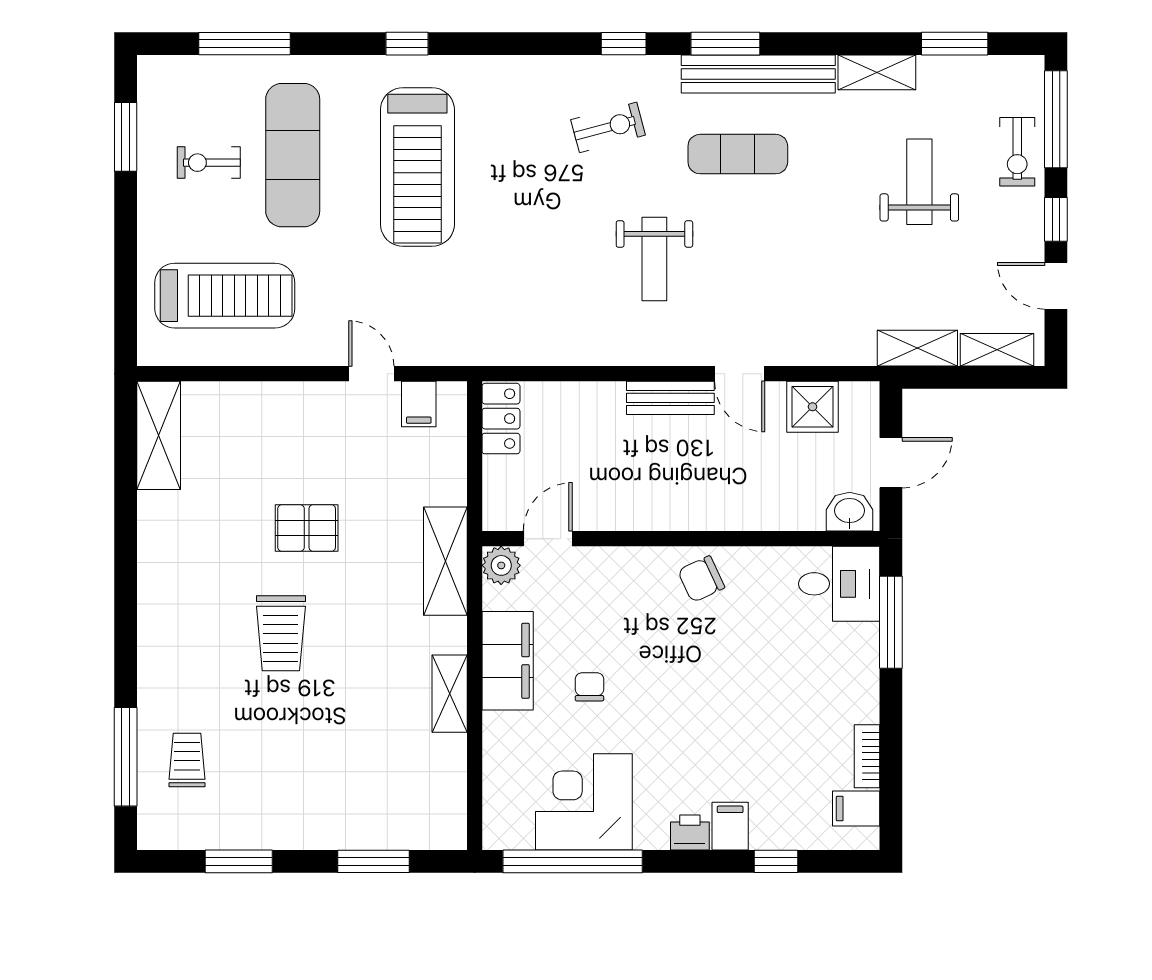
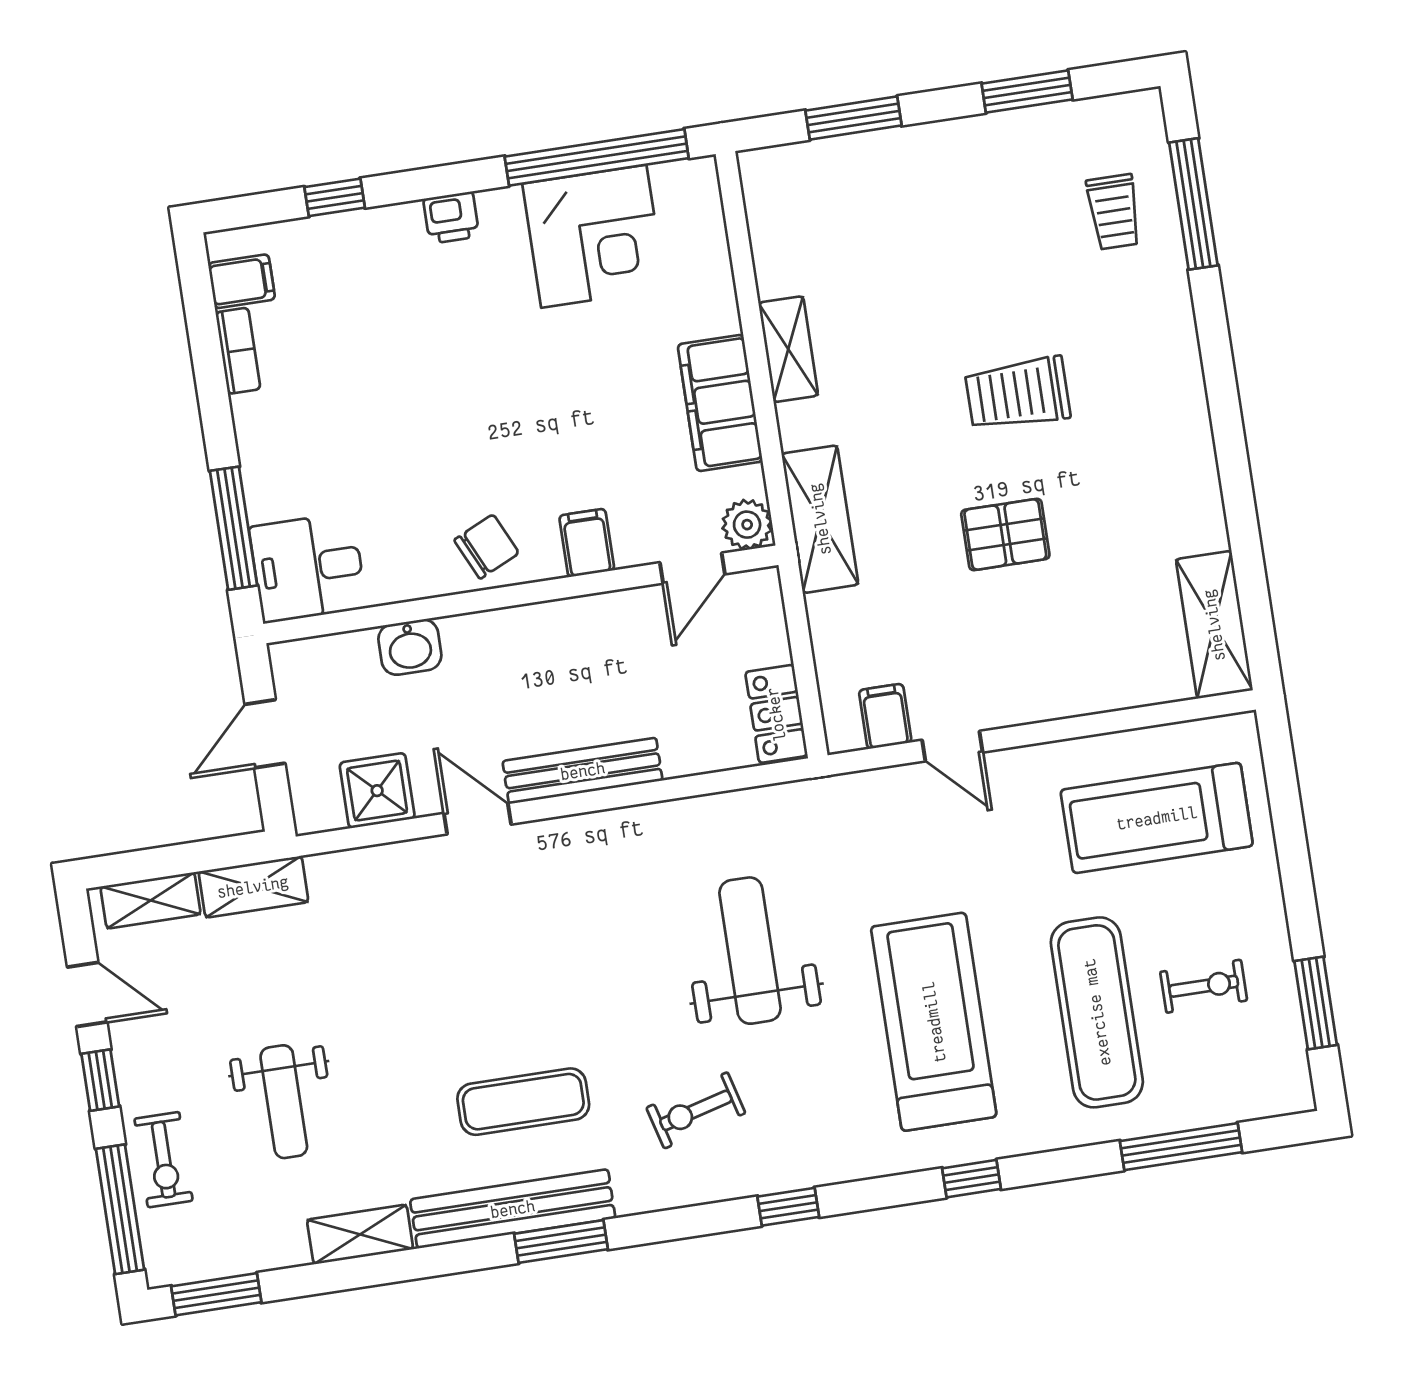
window: (624, 44) -> (788, 1207), moved
window: (955, 44) -> (216, 1294), moved
exercise bike: (1017, 152) -> (164, 1160), turned 180
weight bench: (654, 259) -> (750, 951), moved, width x1.36, depth x1.33
bench: (670, 398) -> (583, 771), width x1.36
washbasin: (849, 512) -> (410, 647), moved
trolley: (281, 633) -> (1018, 394), turned -90
chair: (589, 687) -> (609, 385), removed
filing cabinet: (730, 826) -> (587, 543), moved, turned 180

